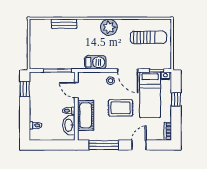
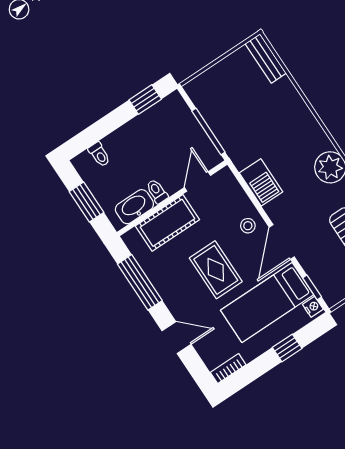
bench: (64, 24) -> (266, 58), moved
window: (53, 145) -> (87, 202), added

